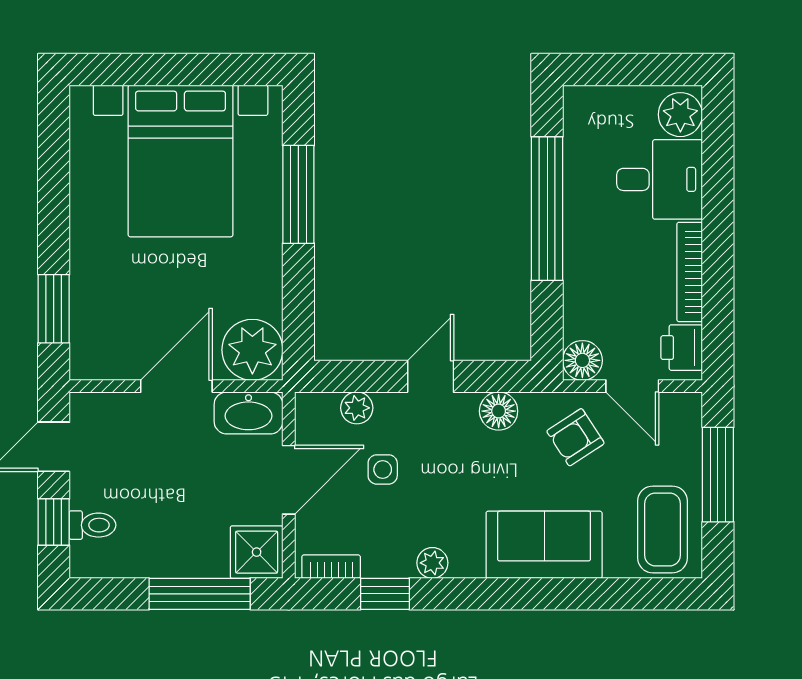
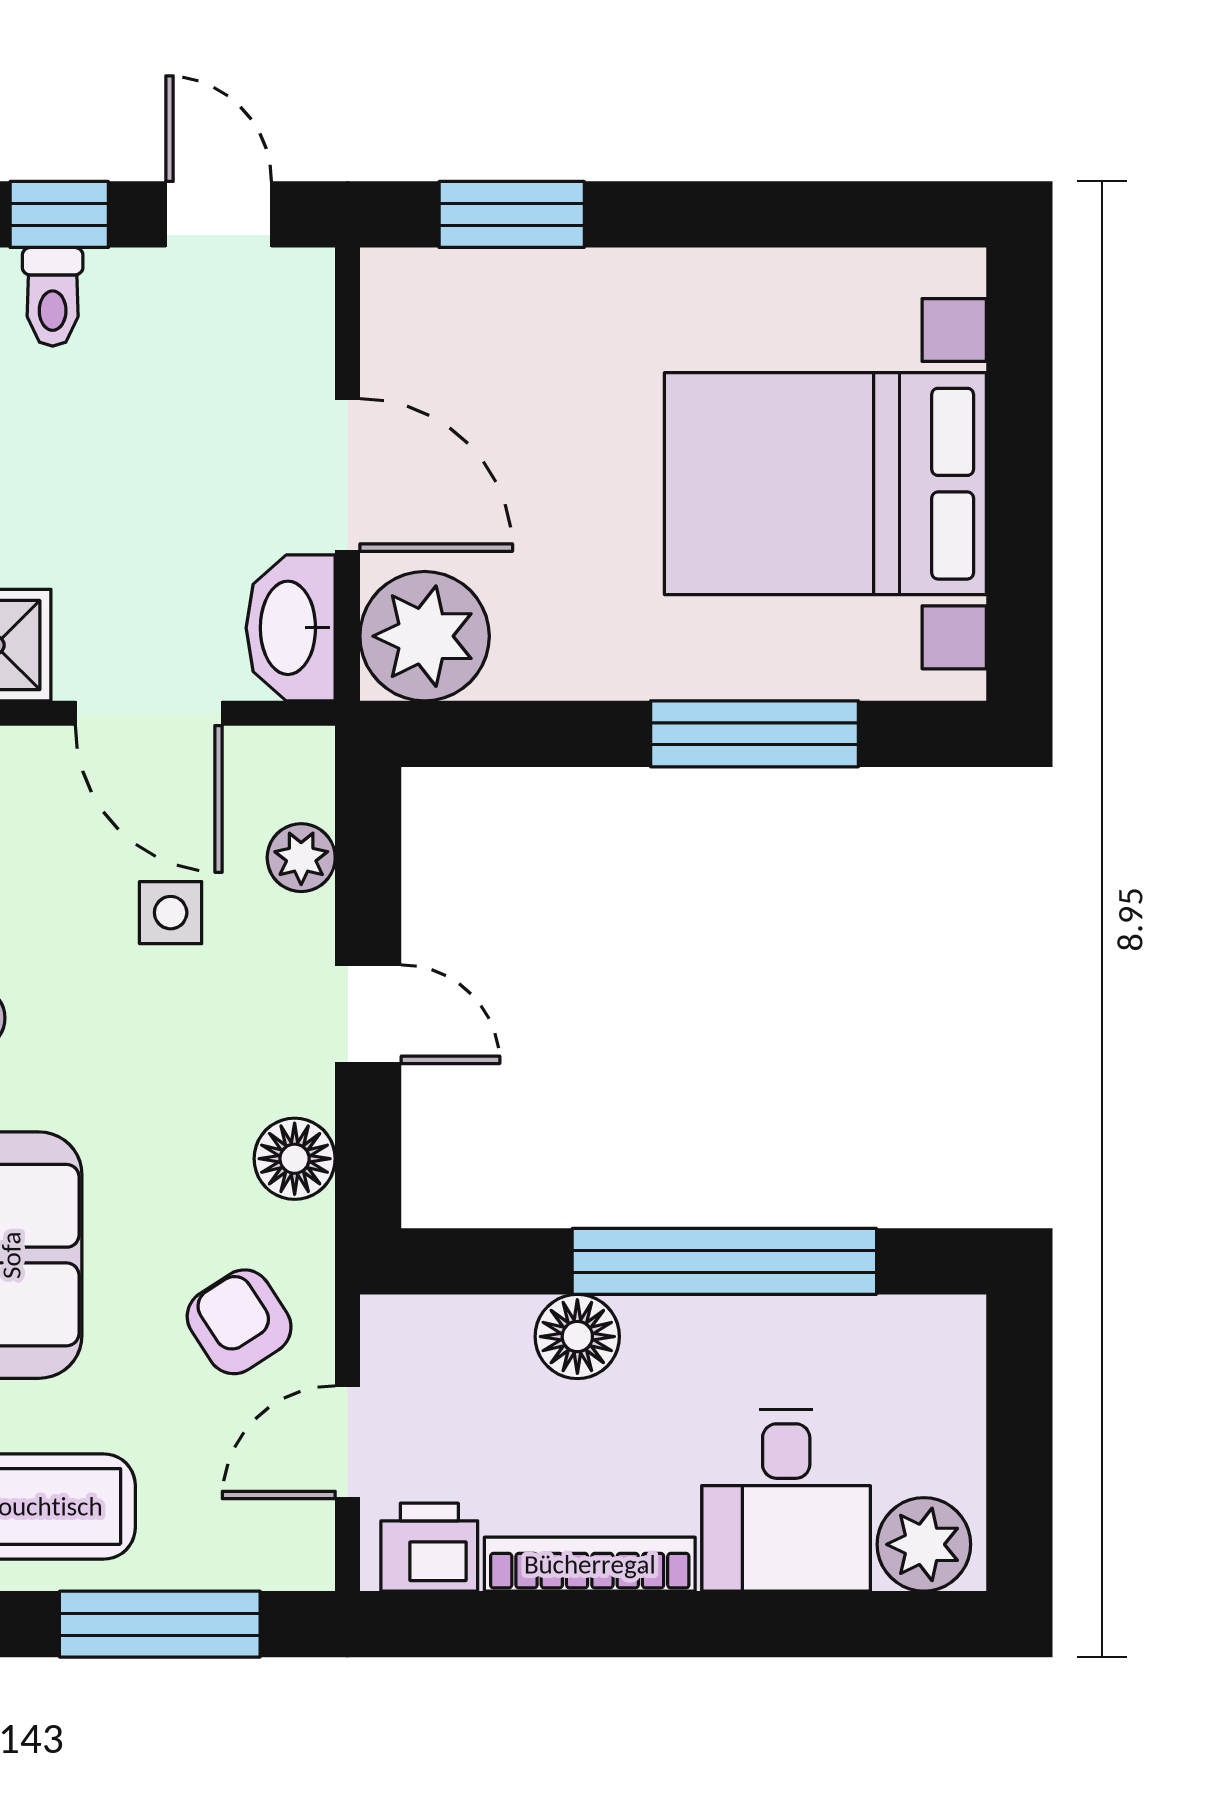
floor lamp: (582, 360) -> (577, 1337), moved

